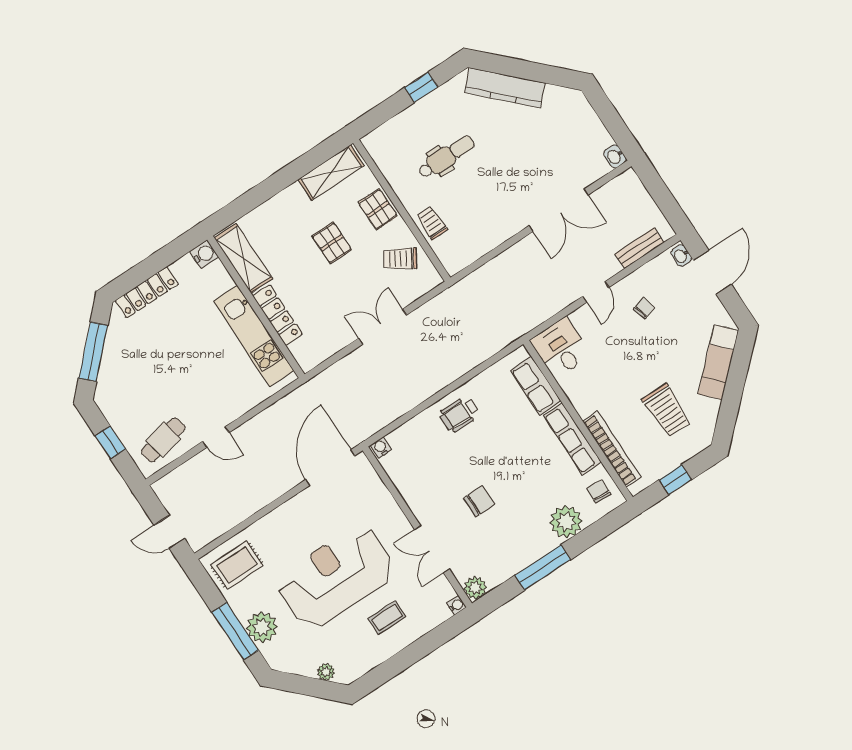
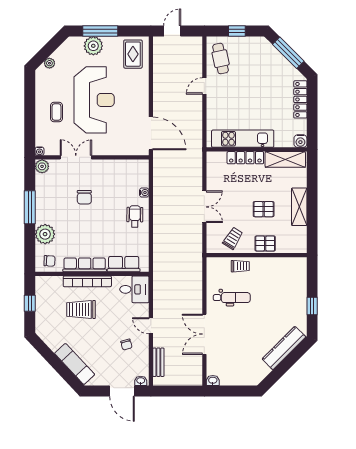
dental chair: (446, 157) -> (232, 298), moved, turned -90
shelving: (331, 173) -> (299, 207), moved
trolley: (667, 410) -> (81, 309), moved
water cooler: (381, 447) -> (144, 193), moved
bookcase: (612, 449) -> (87, 281), moved

